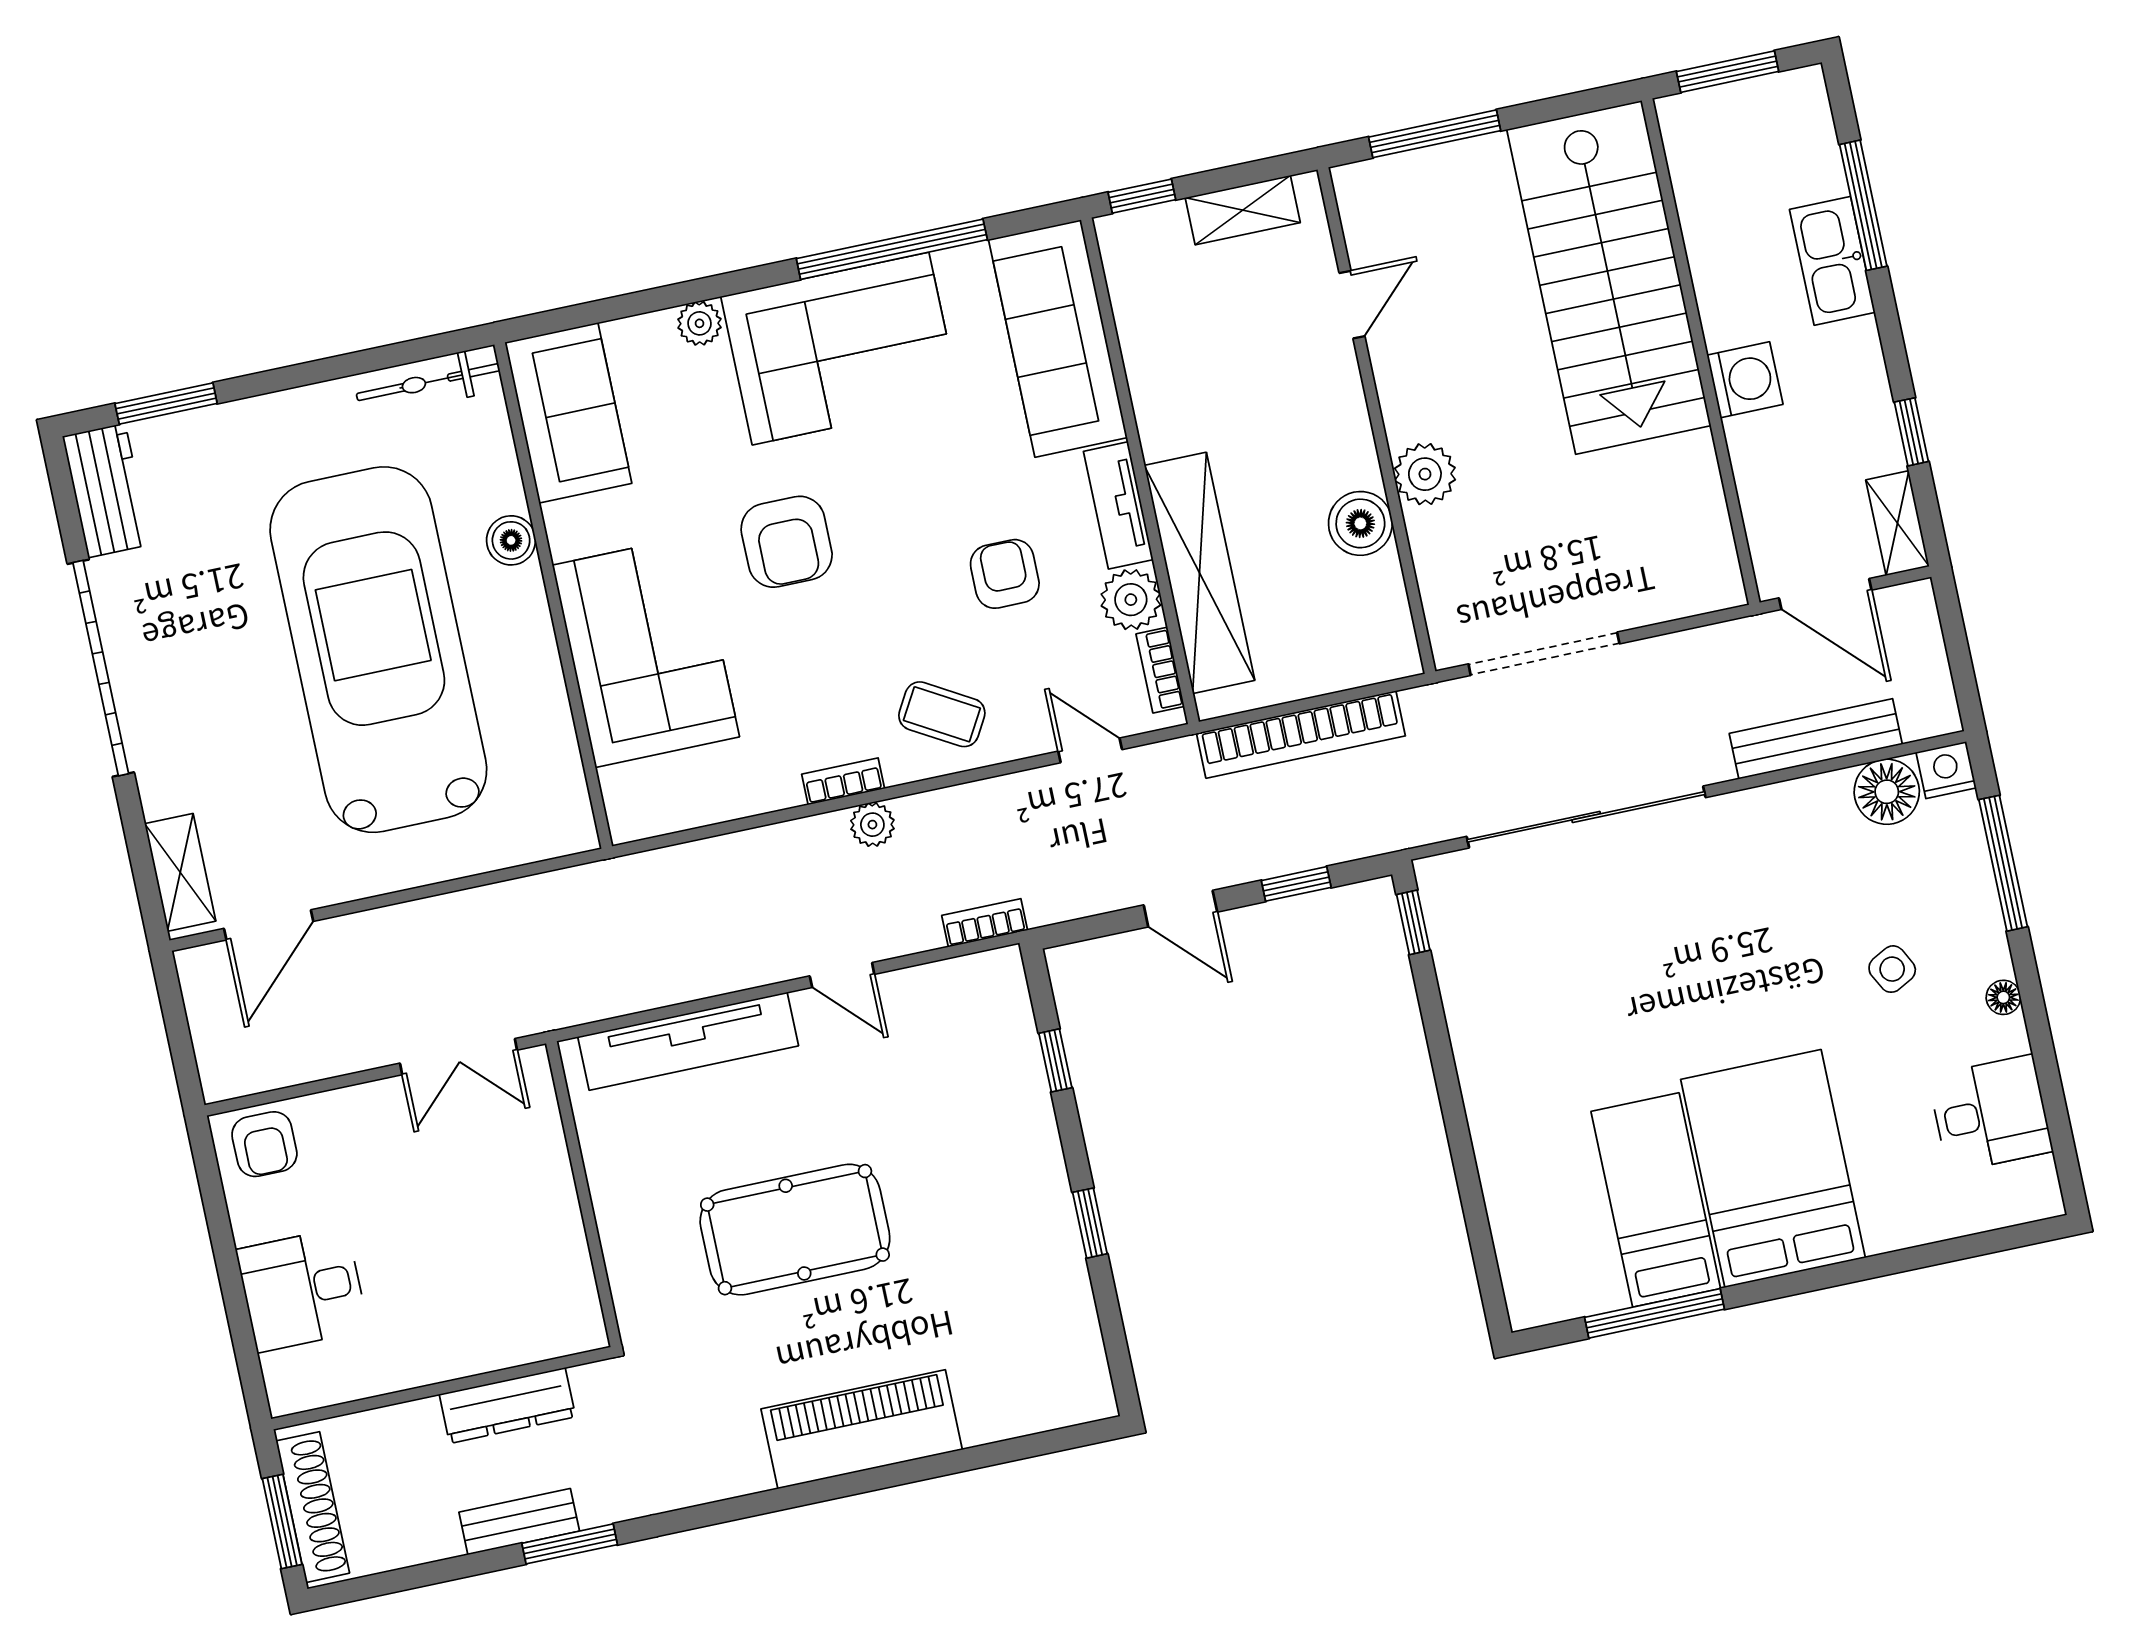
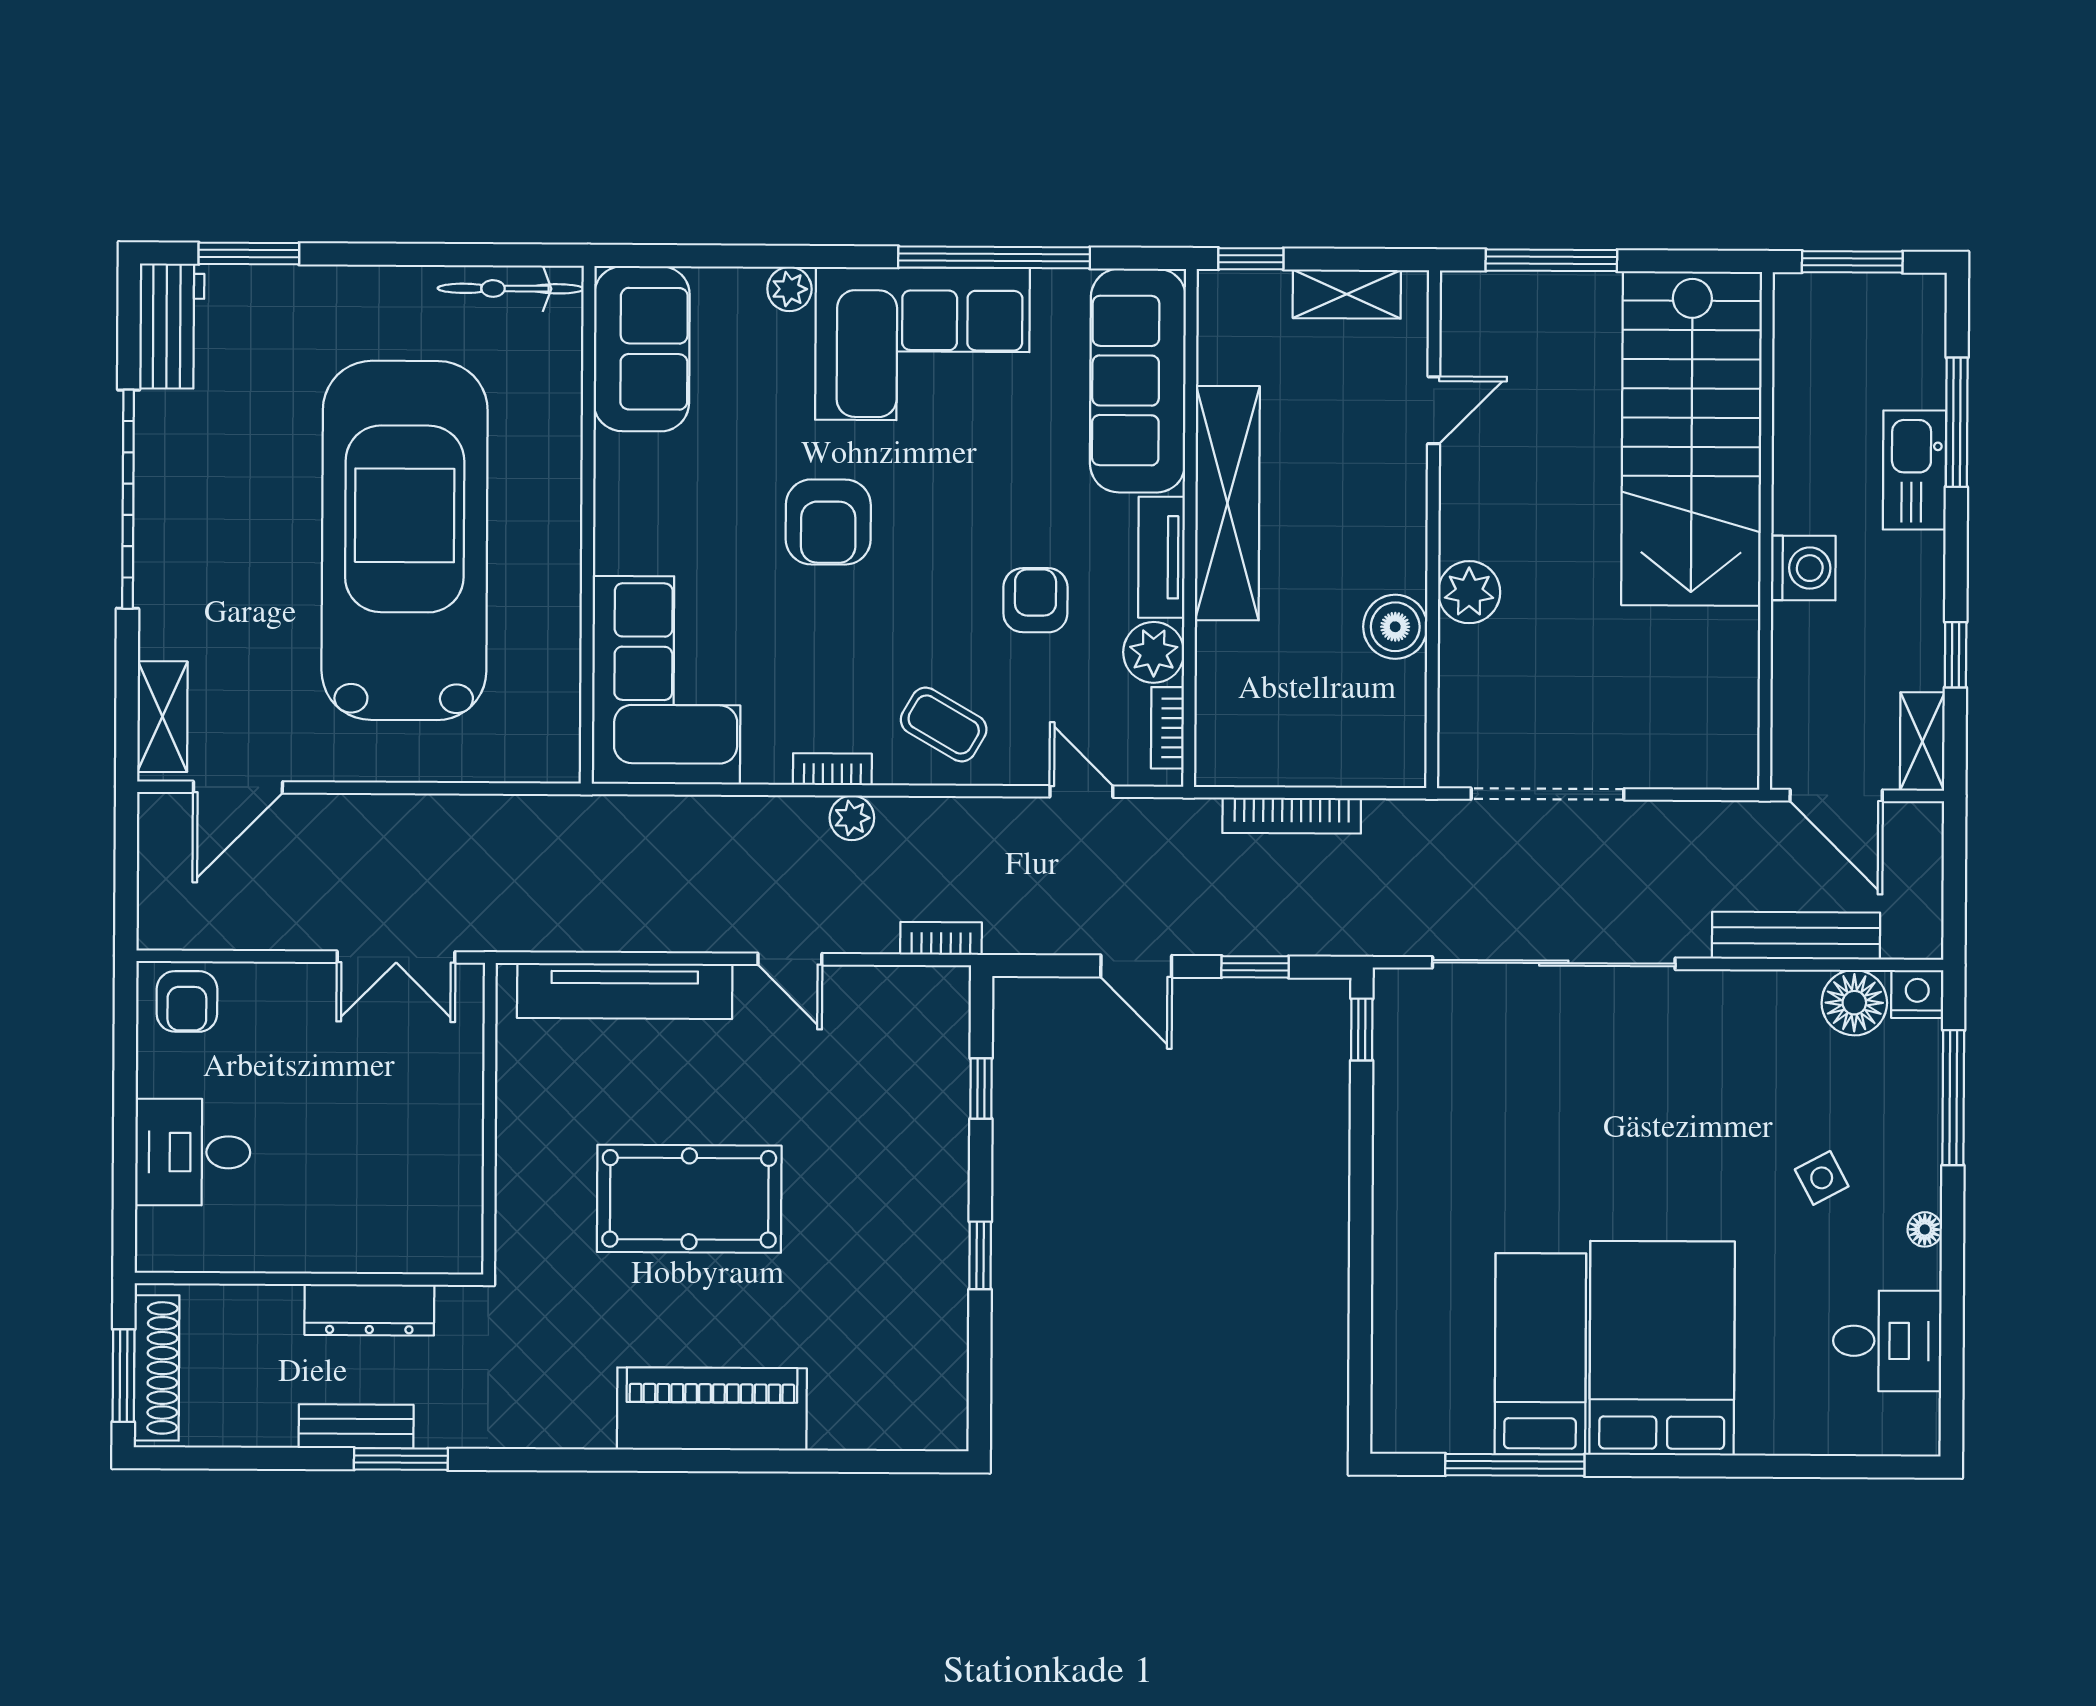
boiler: (511, 540) -> (558, 462), removed
shelving: (1199, 573) -> (1227, 503), moved
corner sofa: (646, 651) -> (666, 680), moved
bookcase: (1301, 735) -> (1292, 816), width x0.68, depth x0.76

